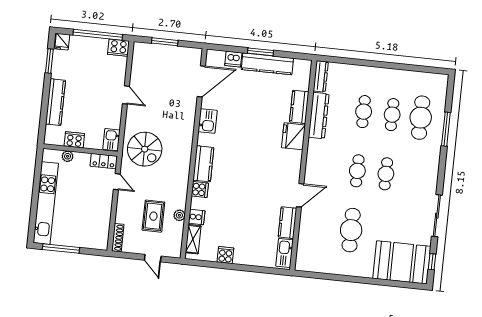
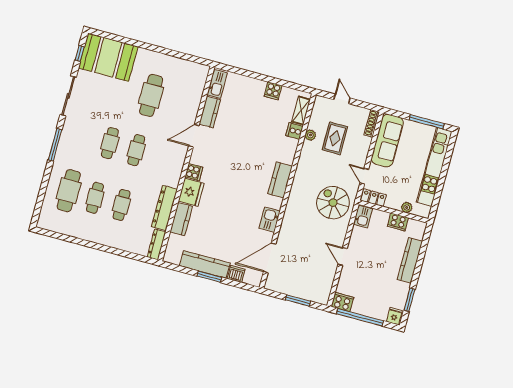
window: (446, 129) -> (55, 145), moved
cooker: (200, 190) -> (194, 172), moved, turned 180
sofa: (99, 222) -> (387, 141), added

